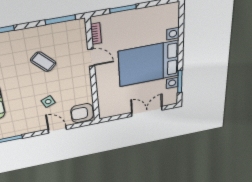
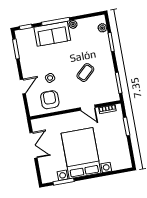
door: (91, 58) -> (88, 108), hinge flipped
double door: (147, 111) -> (33, 145), moved
armchair: (82, 113) -> (50, 100), moved

